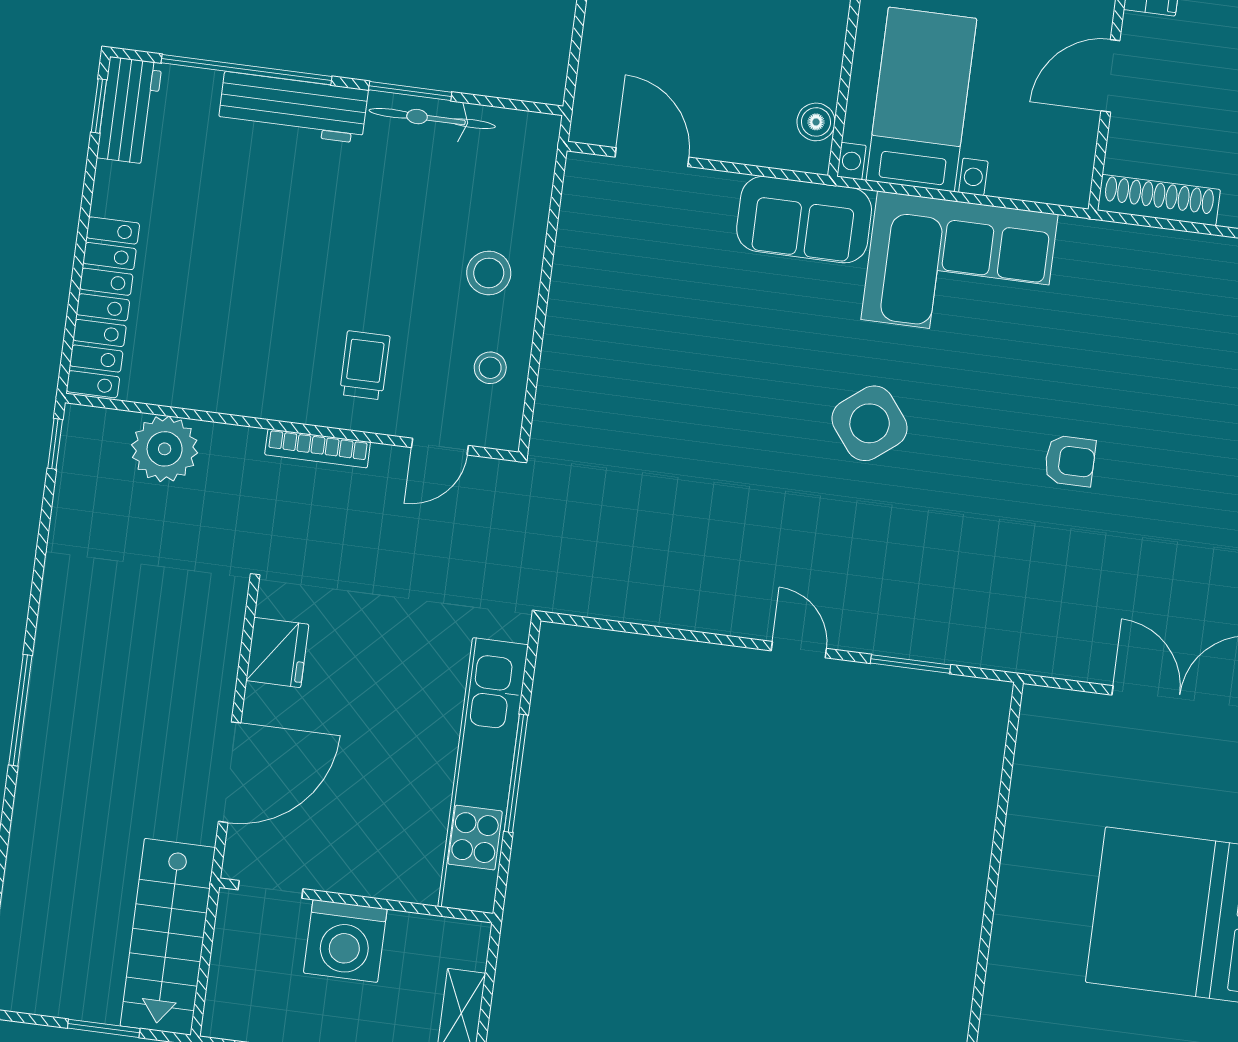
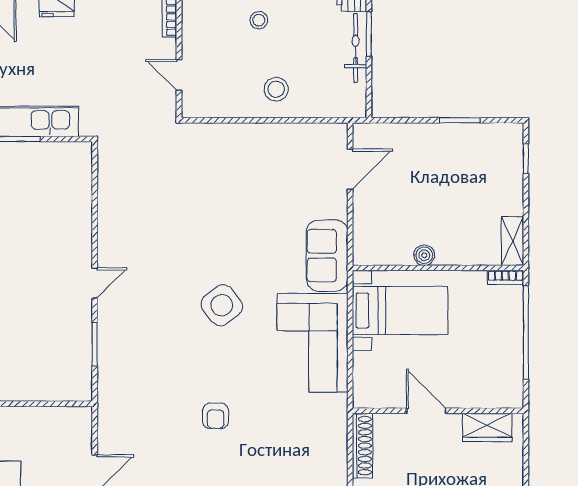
boiler: (816, 122) -> (424, 255), moved
trolley: (365, 365) -> (218, 29), removed
stool: (490, 368) -> (259, 20), moved

